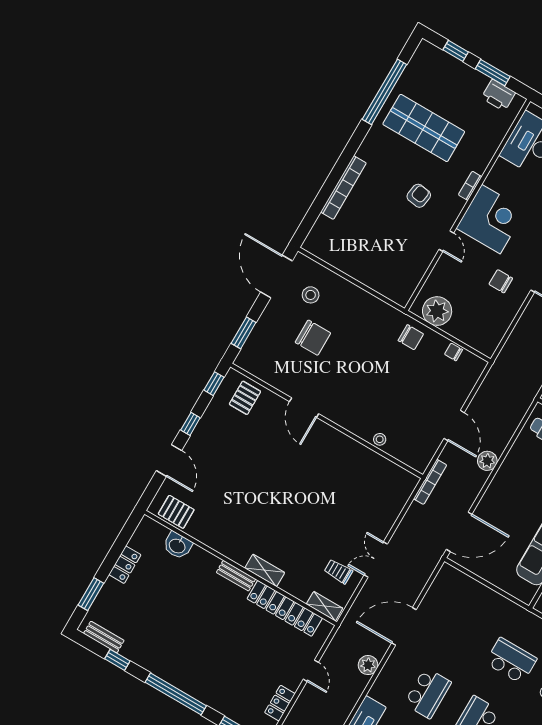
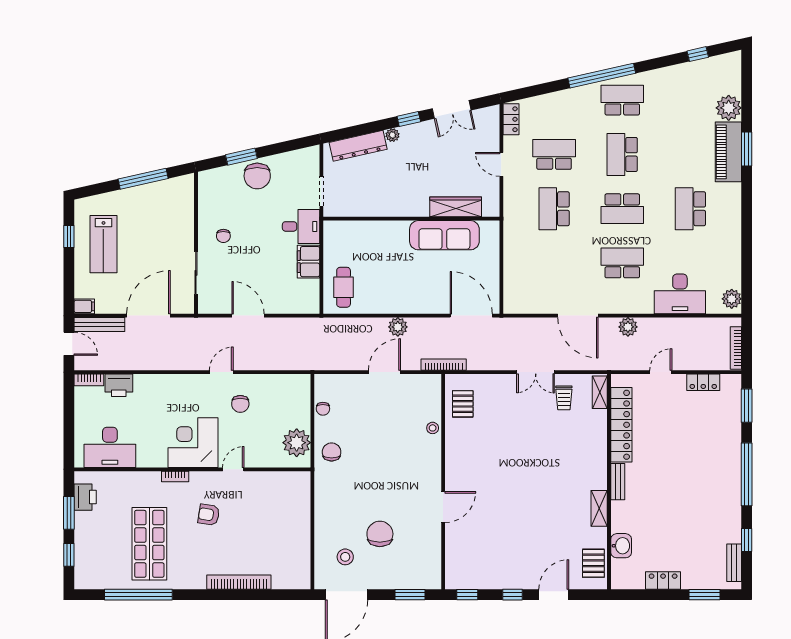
pallet: (245, 398) -> (463, 404), moved, turned 90
shelving: (265, 570) -> (599, 508), moved

